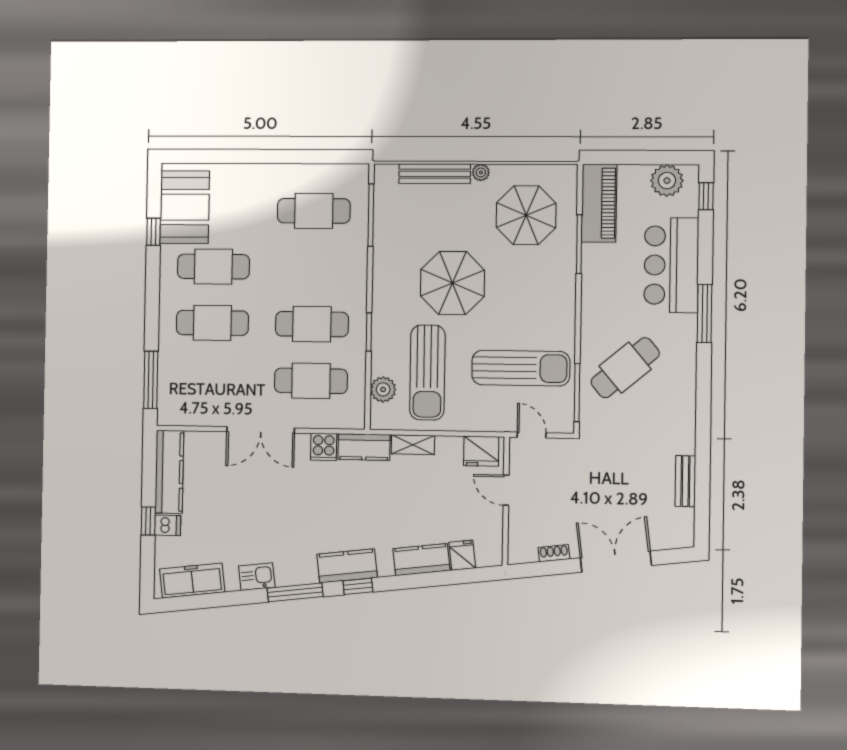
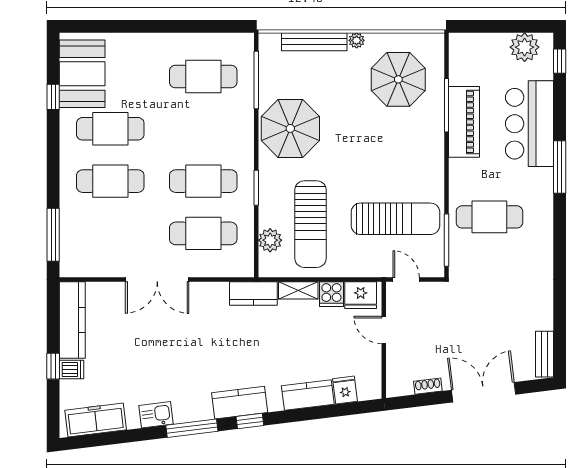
piano: (599, 203) -> (464, 122), moved
parasol: (452, 283) -> (290, 128), moved
cafe table: (625, 368) -> (489, 217), turned 40
cooker: (324, 447) -> (331, 294), moved
bench: (685, 481) -> (545, 354), moved

